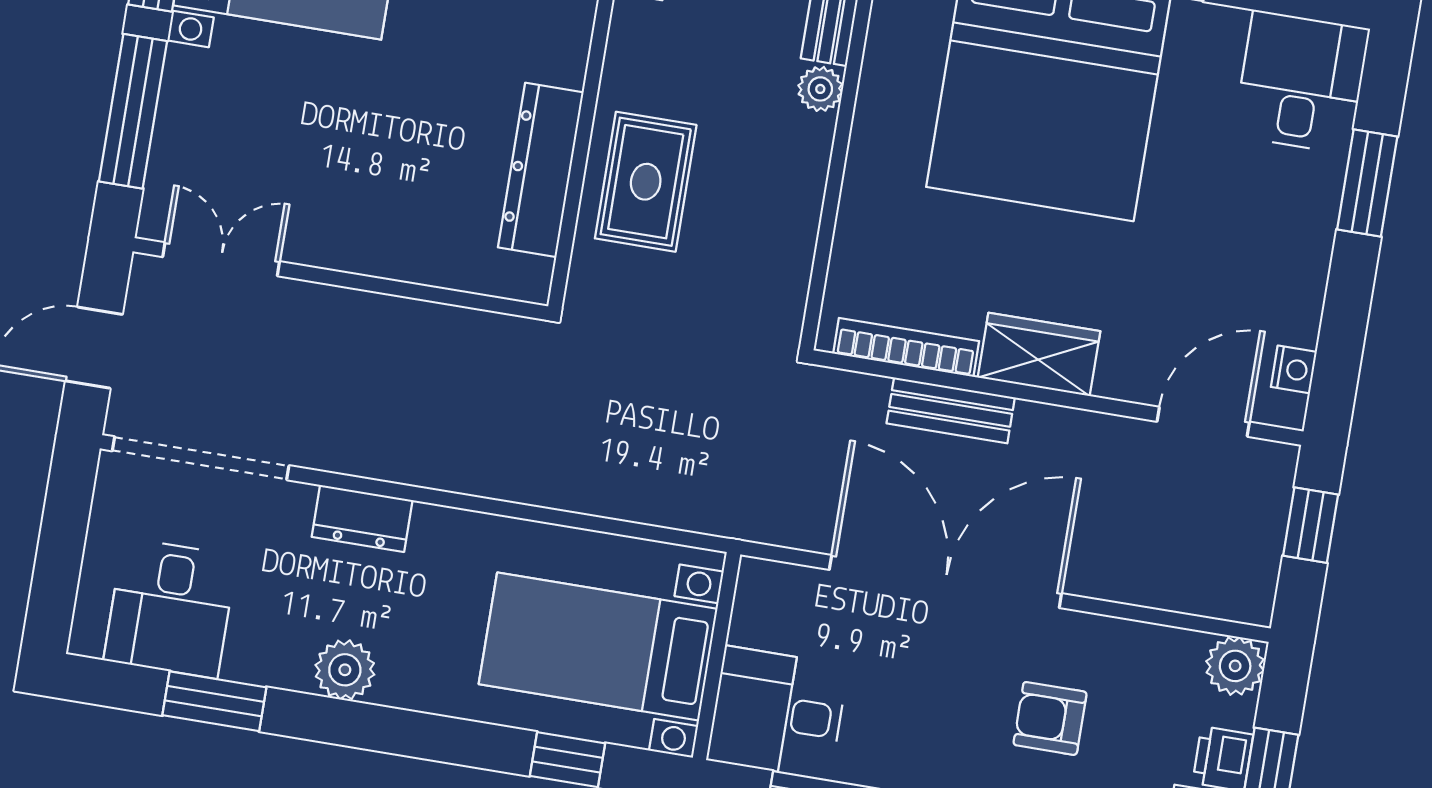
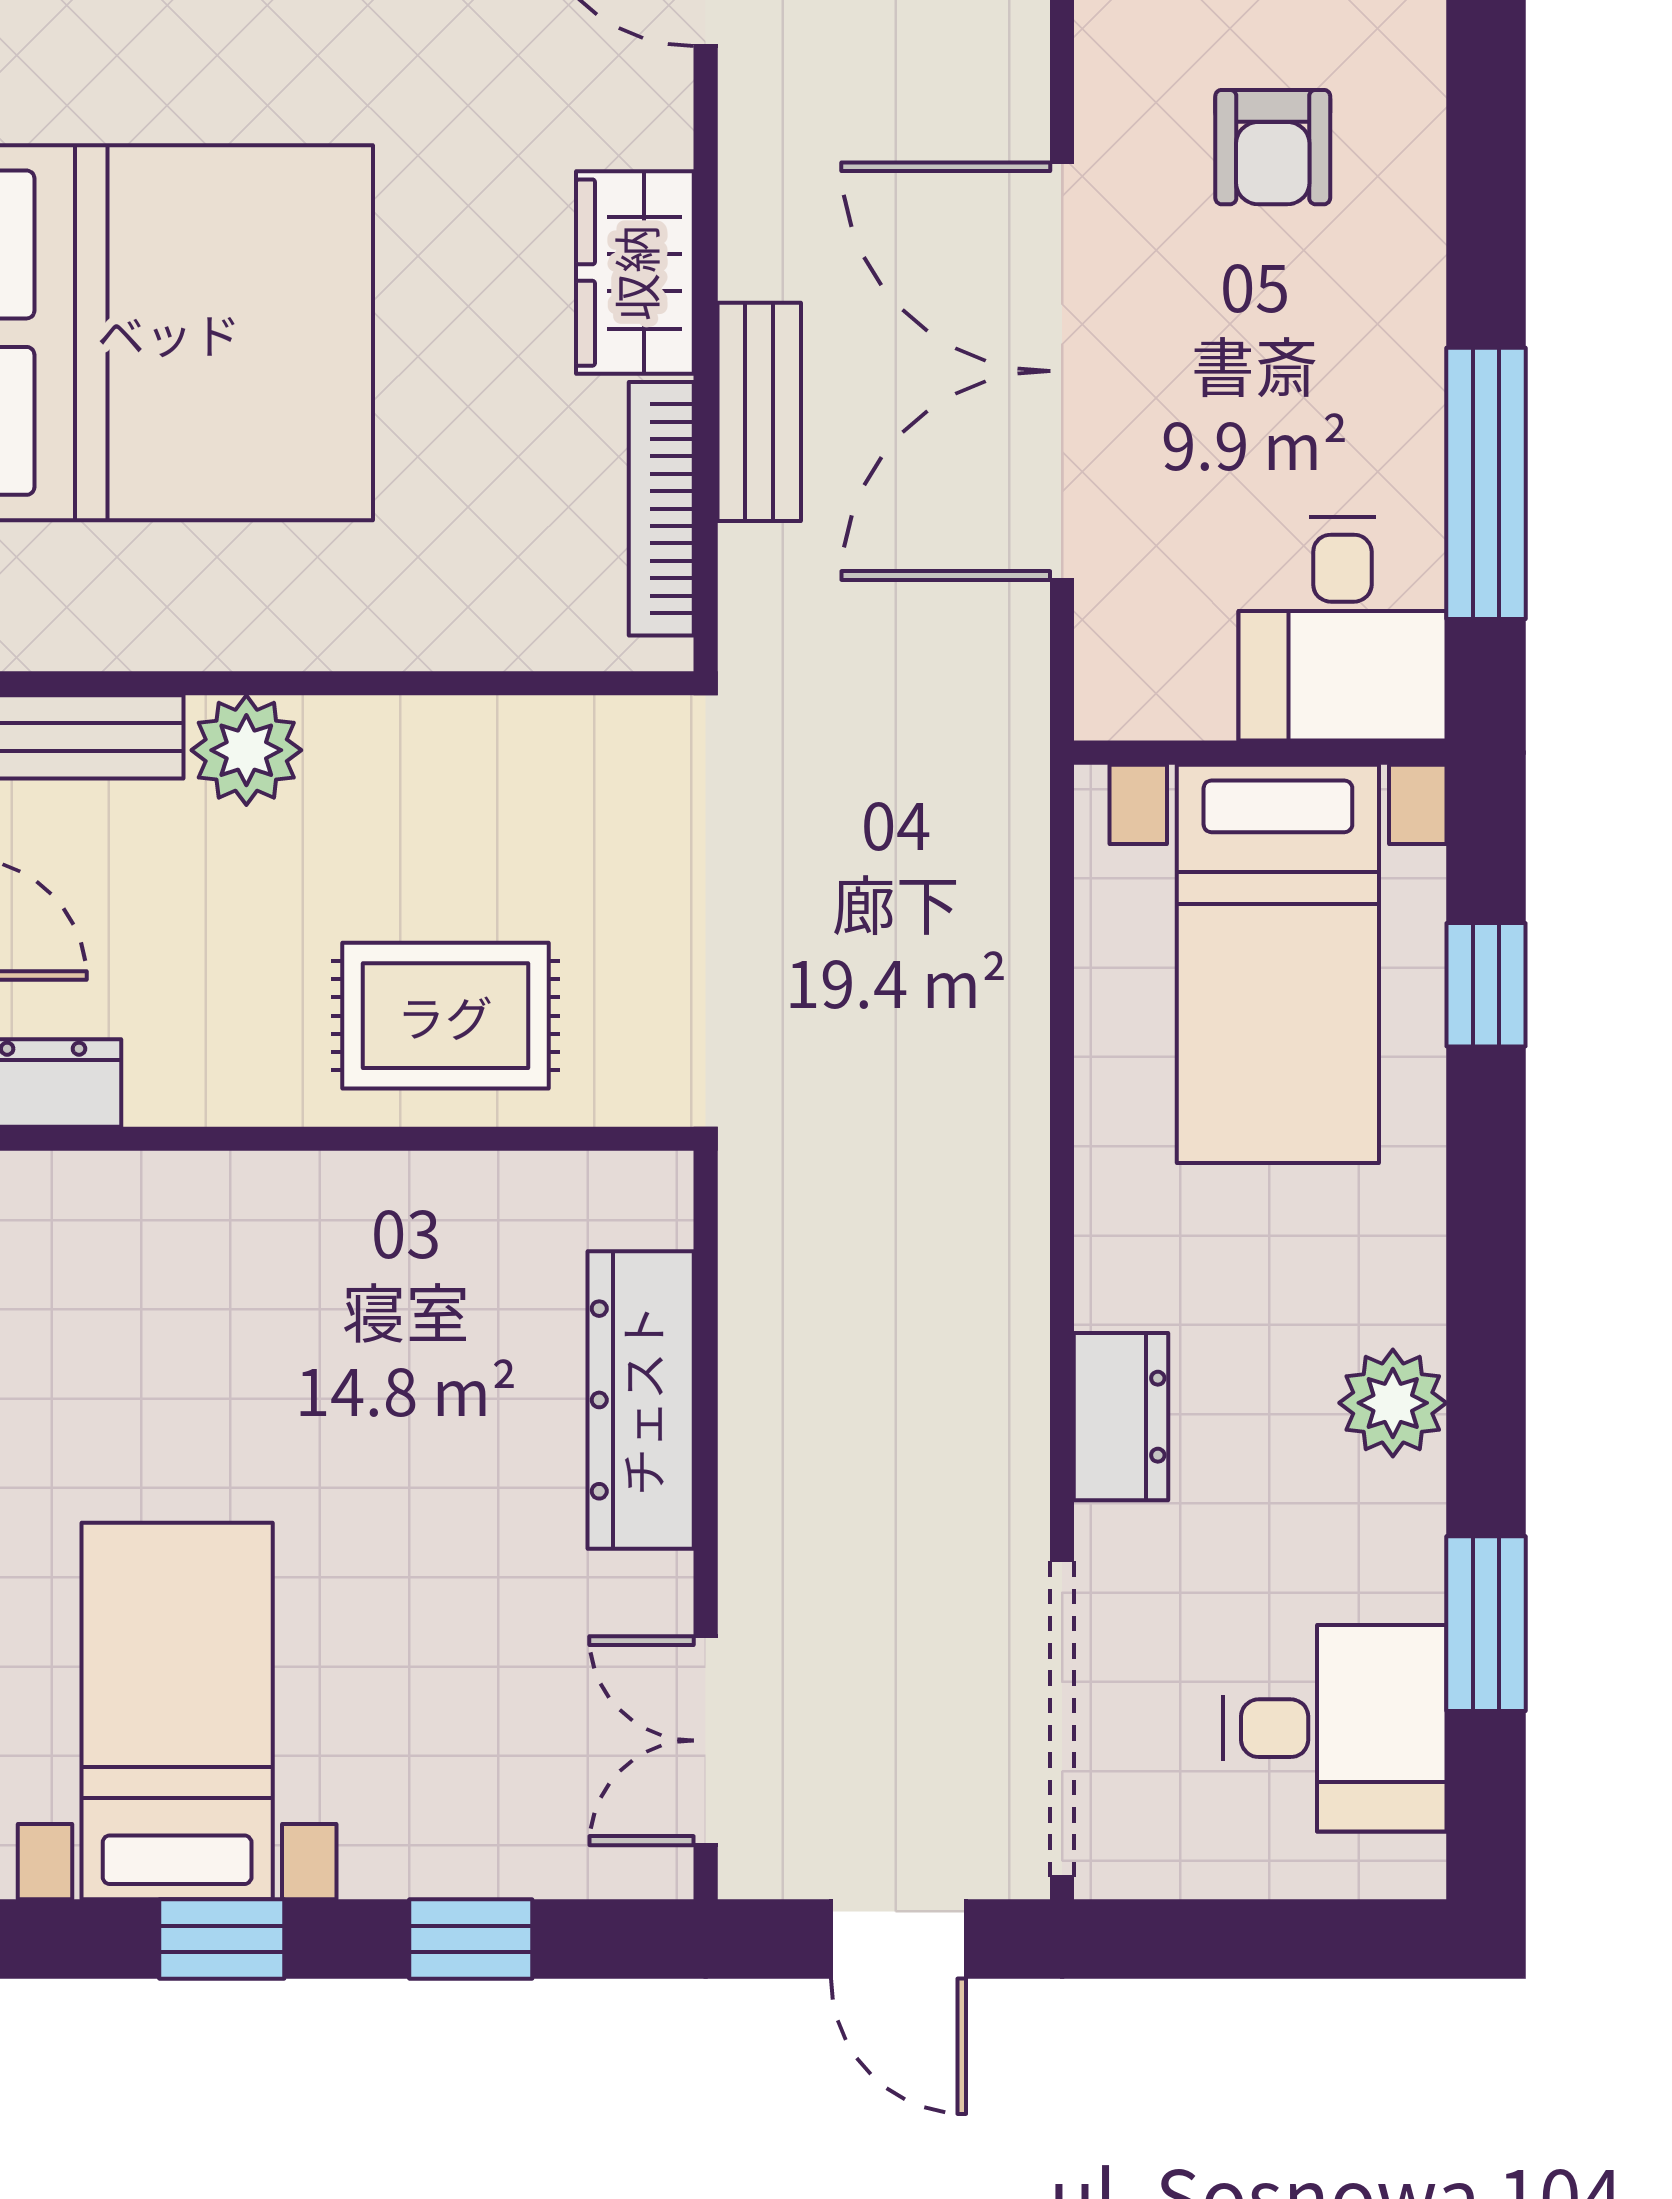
plant: (820, 89) -> (246, 750), width x1.38, depth x1.38
window: (133, 111) -> (471, 1939), width x0.46
dresser: (541, 170) -> (641, 1400), moved, turned 90

